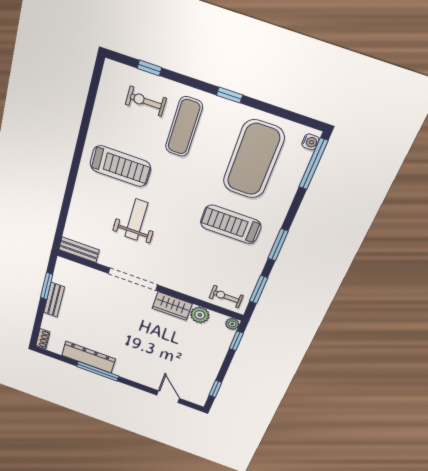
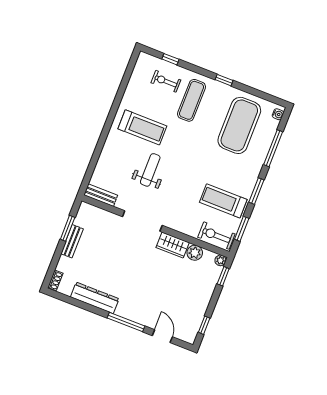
window: (313, 164) -> (273, 148), moved
treadmill: (231, 224) -> (223, 201), moved
exercise bike: (226, 297) -> (216, 236), width x1.38, depth x1.39
window: (98, 371) -> (126, 322), moved

